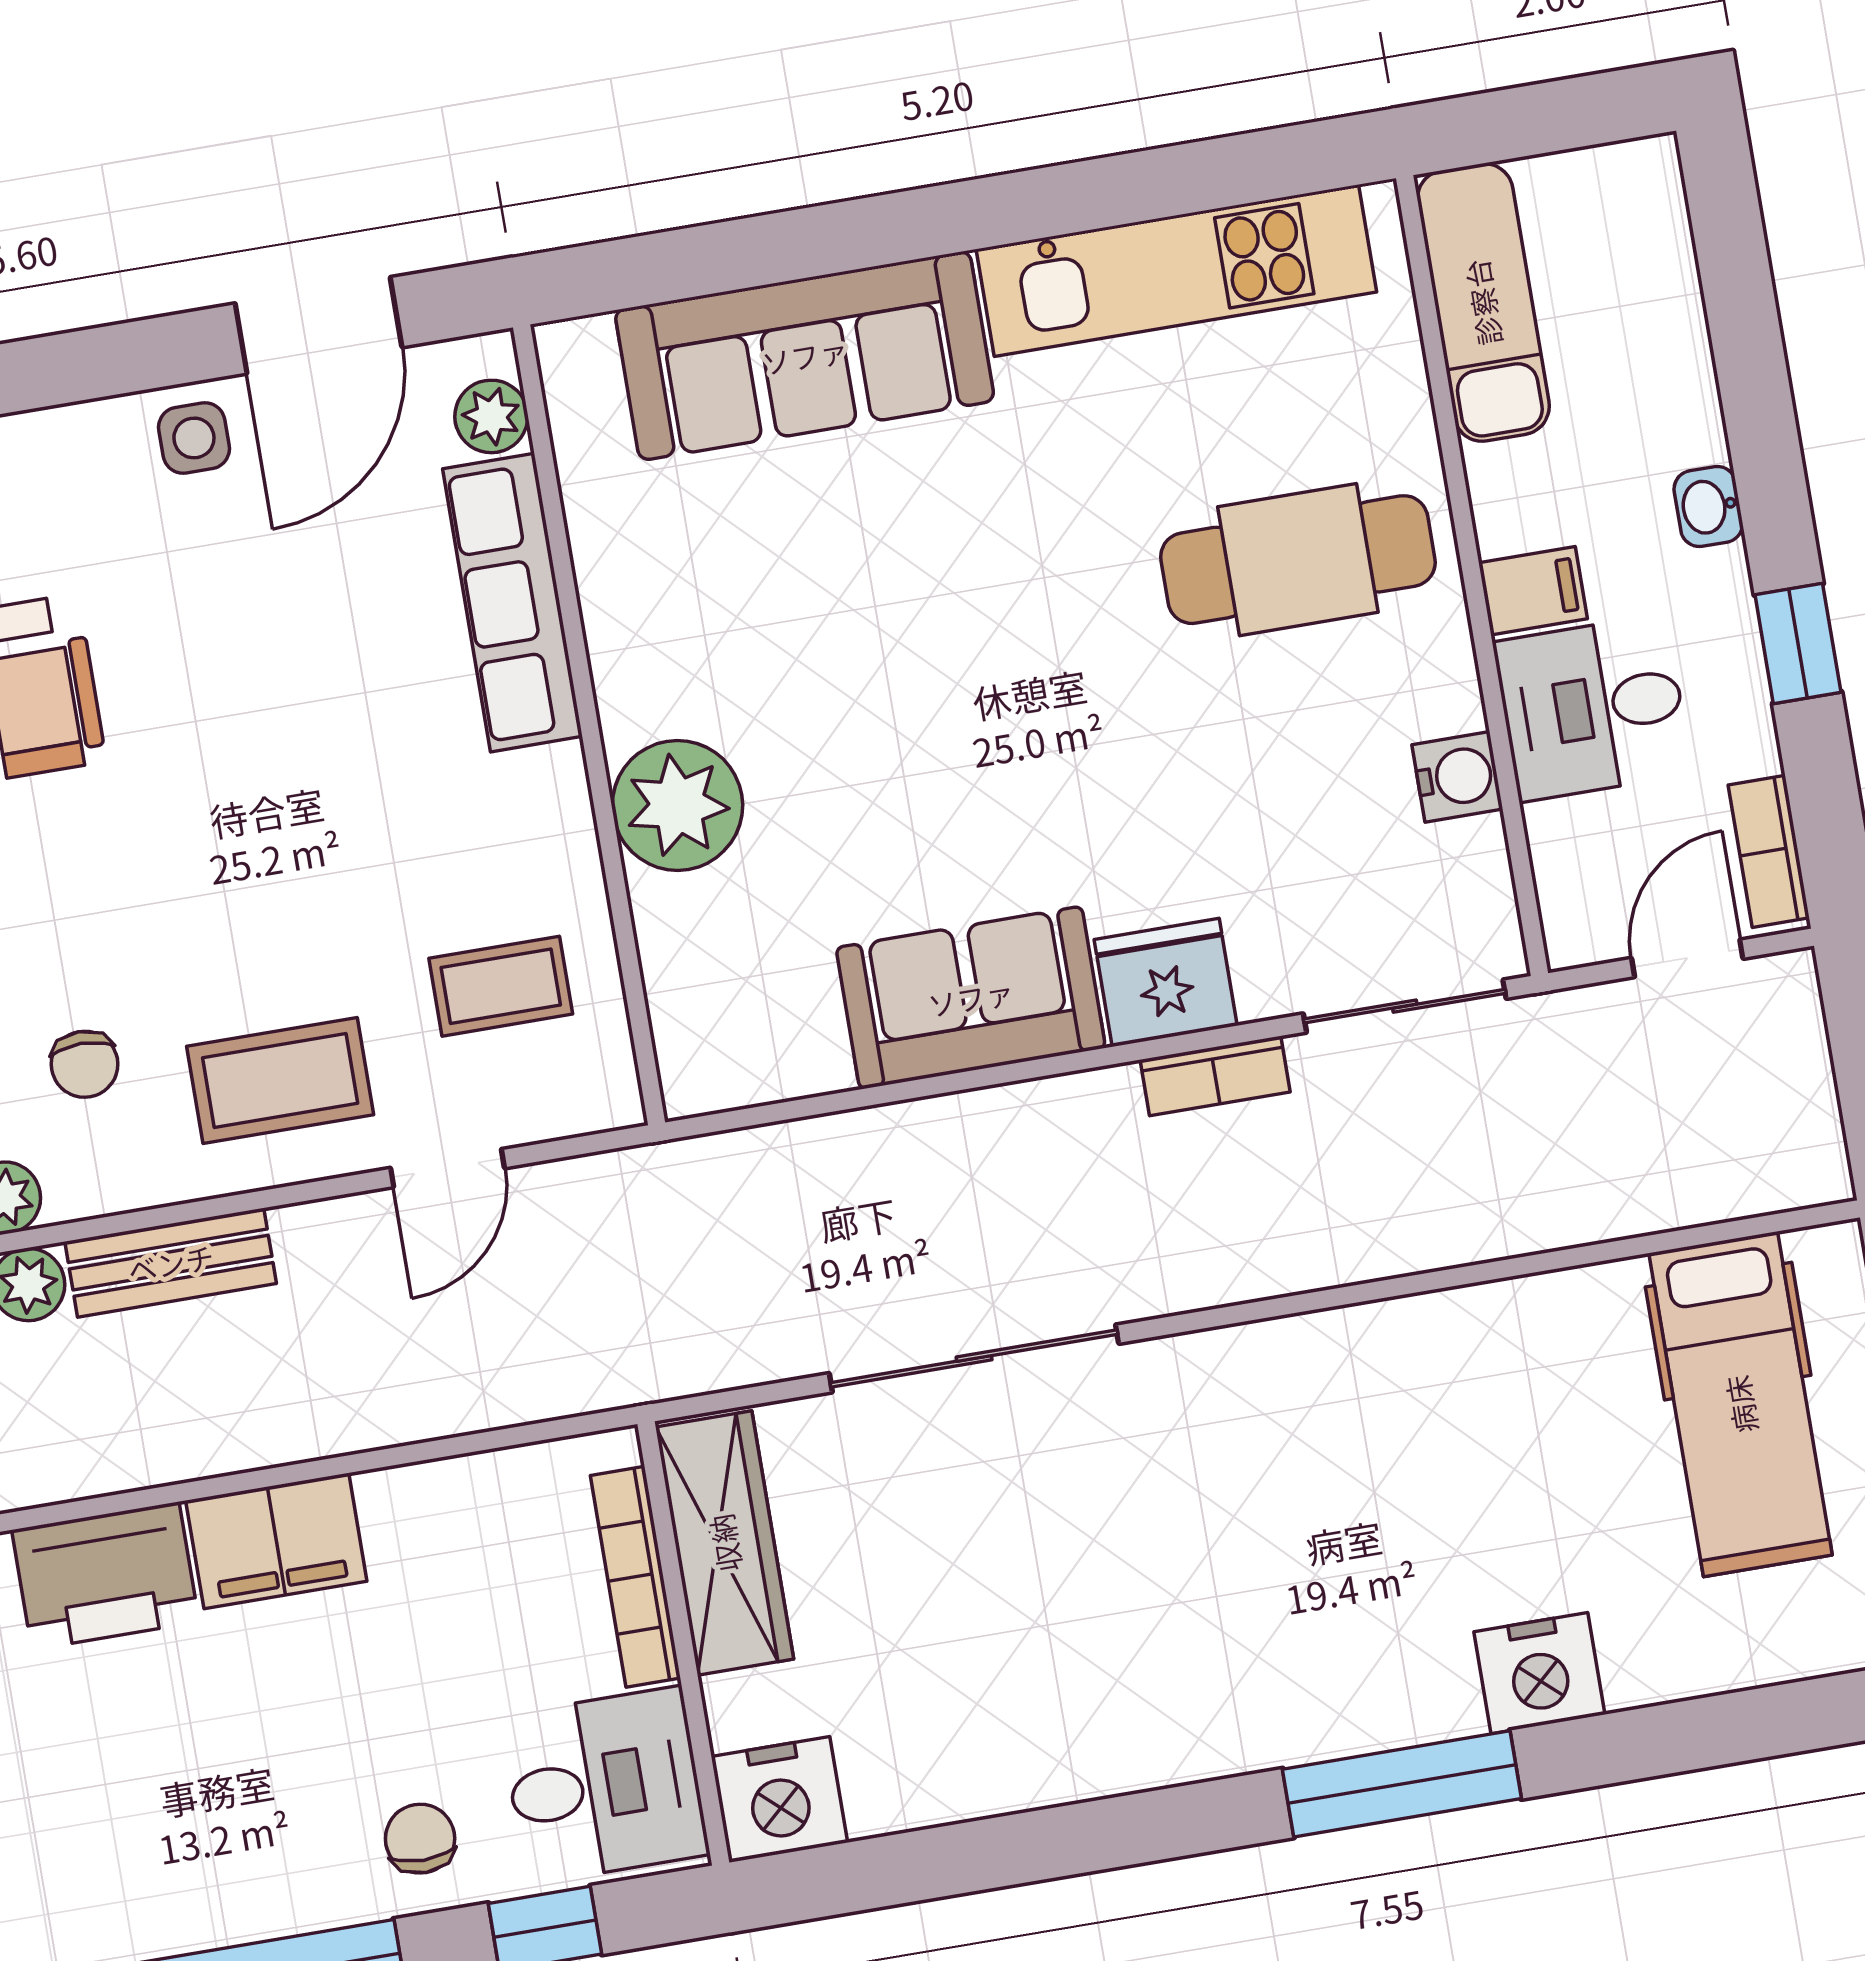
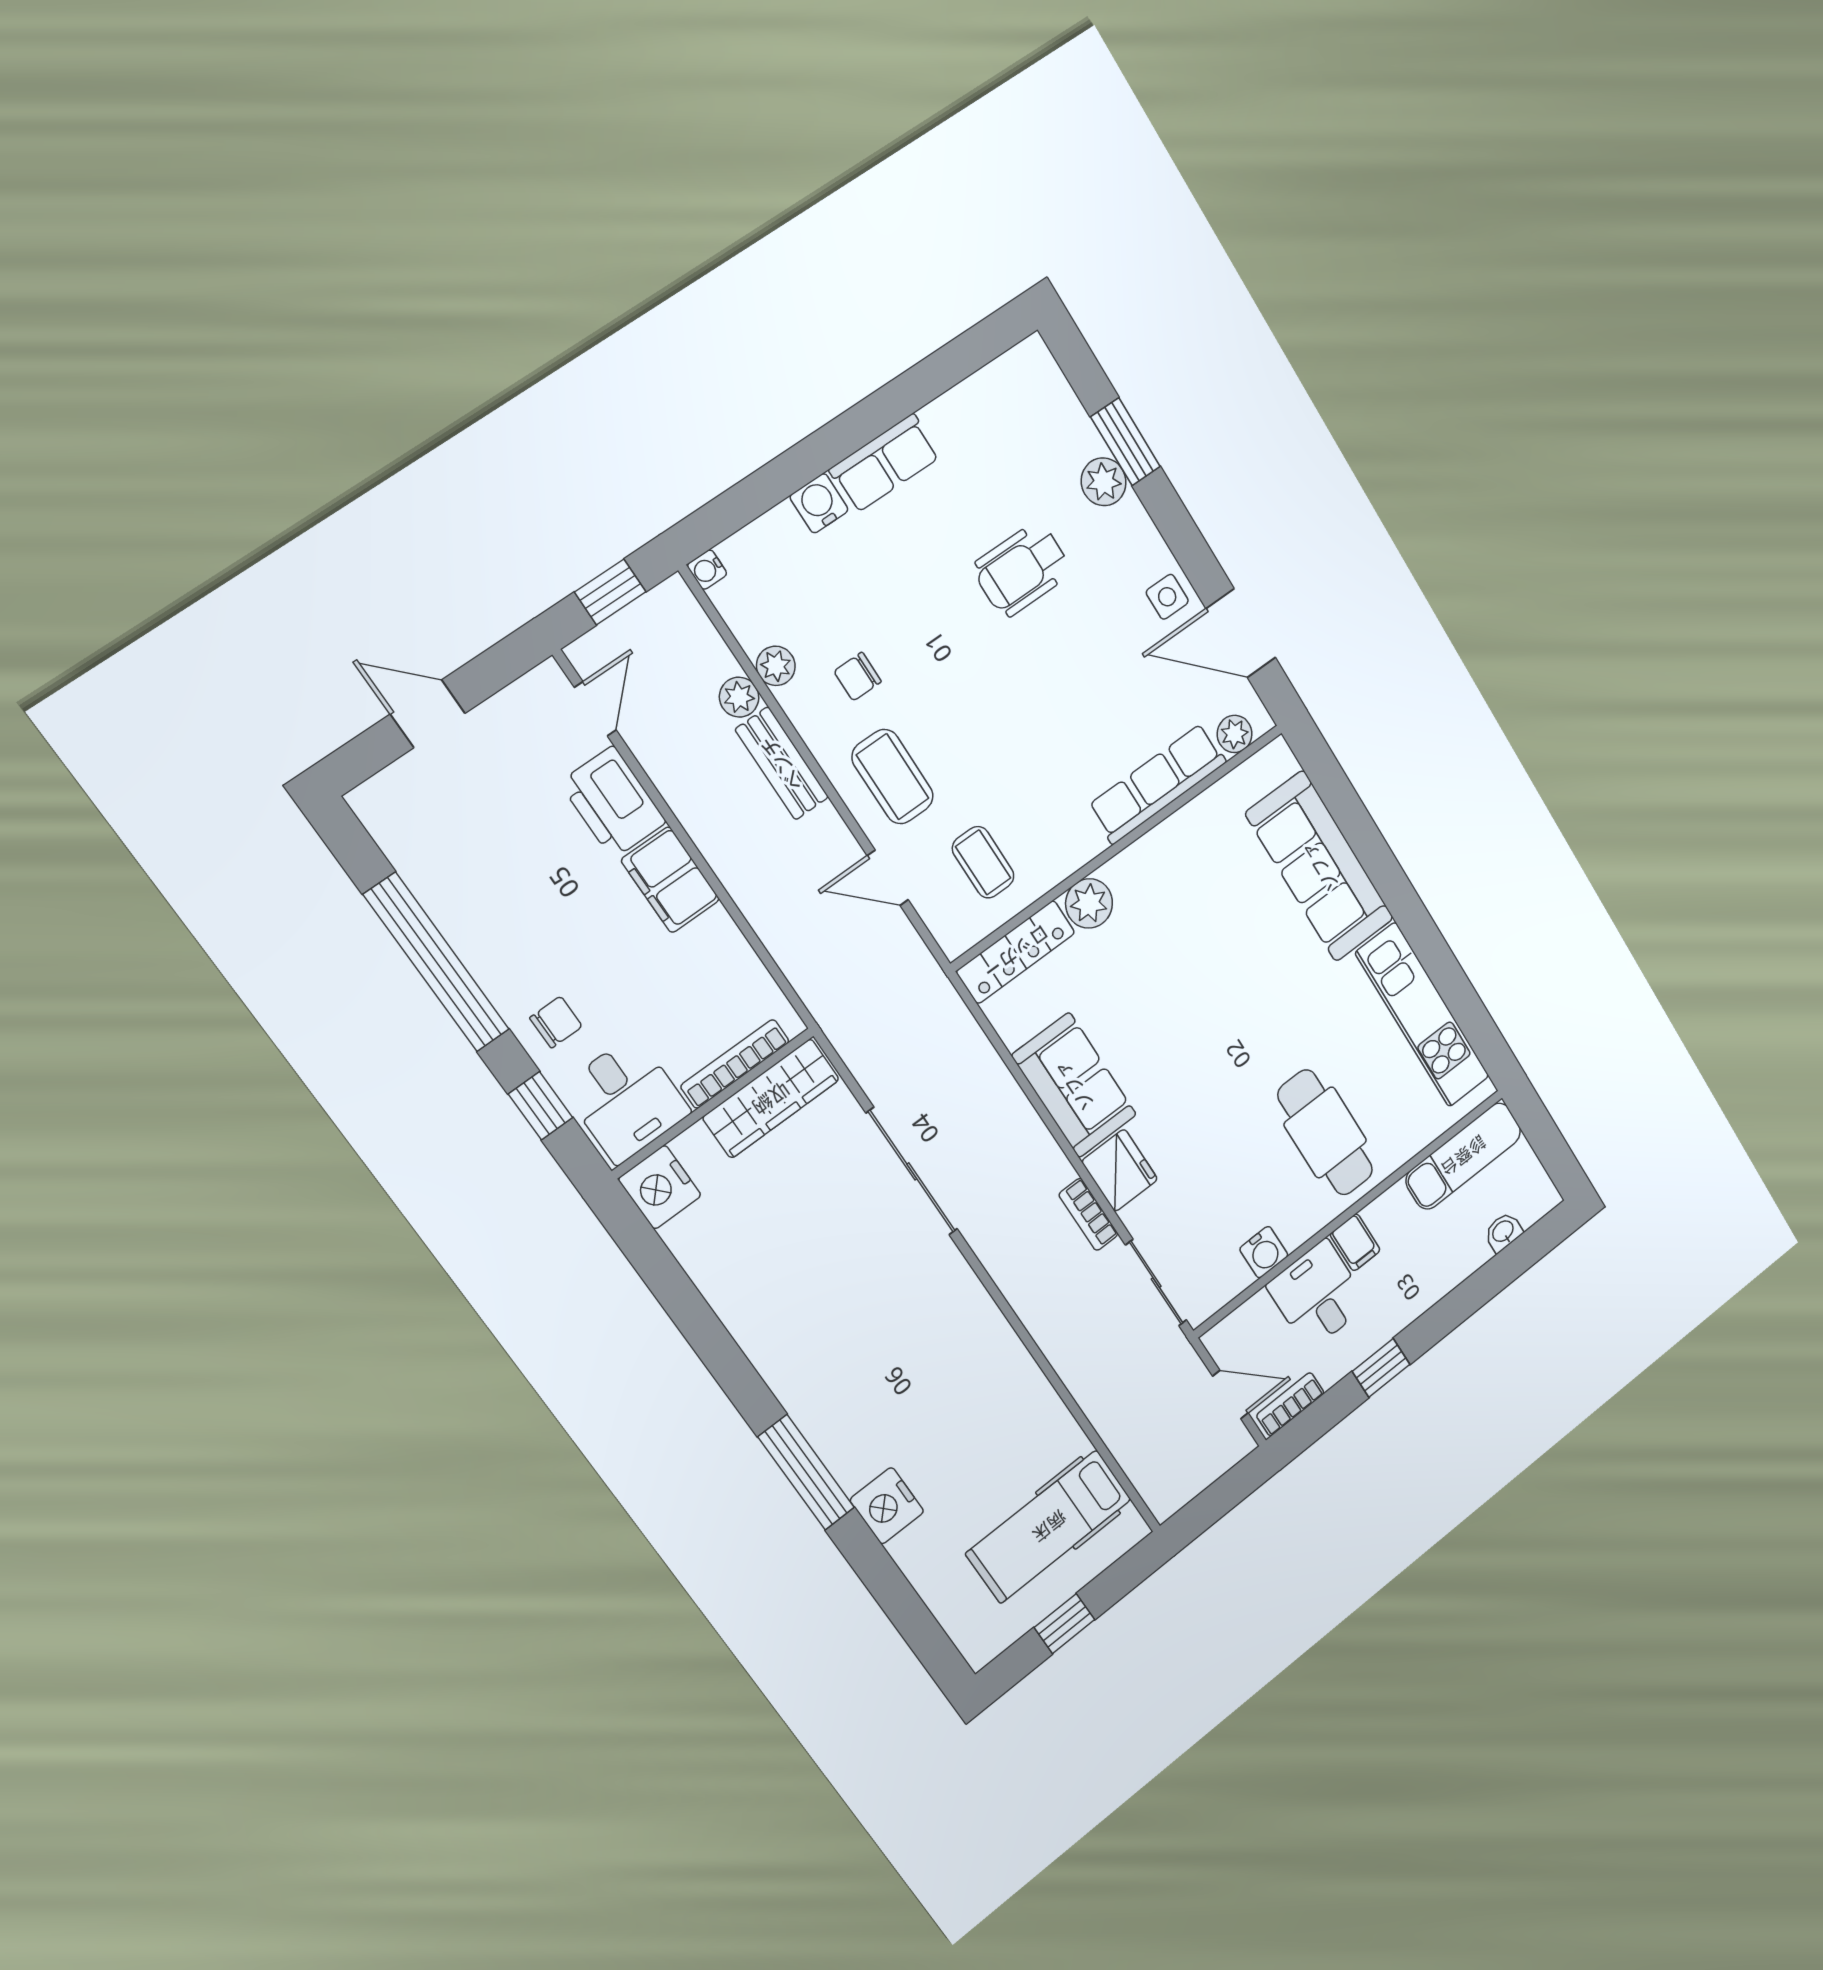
washbasin: (1708, 506) -> (1503, 1232), moved
plant: (677, 805) -> (1089, 903), width x0.73, depth x0.73
locker: (684, 998) -> (1016, 952), added

